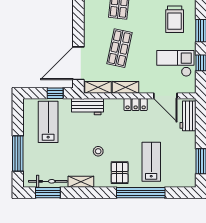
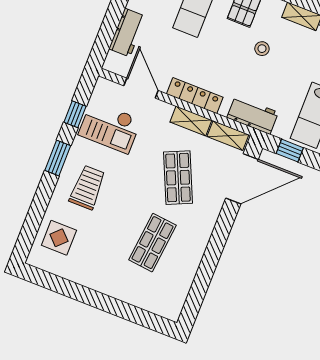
shop shelf: (119, 48) -> (178, 178), turned -36
locker: (136, 105) -> (195, 96), width x1.53
workbench: (188, 116) -> (127, 33), moved

